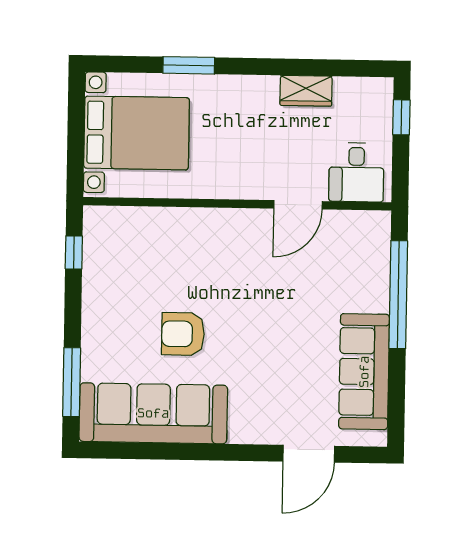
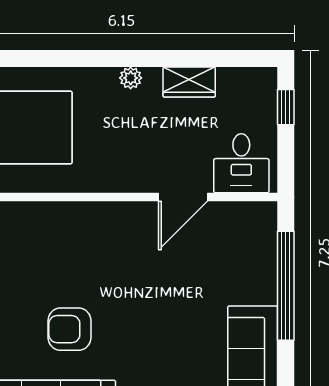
window: (189, 65) -> (71, 58), removed
plant: (248, 86) -> (131, 78), added

